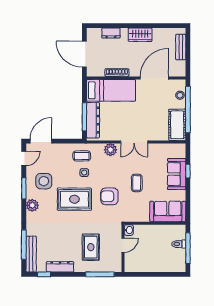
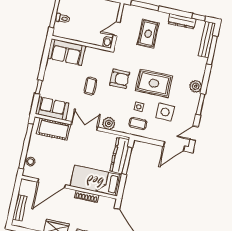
cot: (177, 125) -> (54, 129), moved, turned 90
sofa: (177, 174) -> (52, 108), moved, turned -90
side table: (44, 181) -> (165, 112), moved

